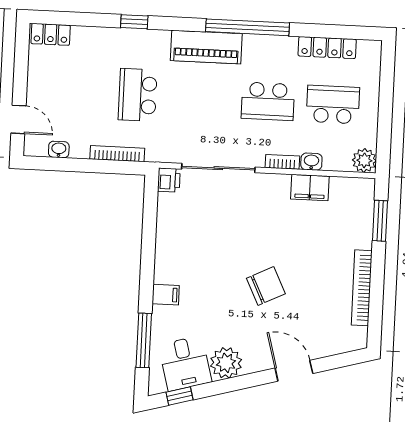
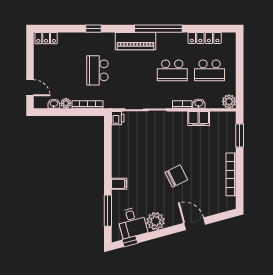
school desk: (333, 105) -> (210, 70), turned 180
plant: (80, 150) -> (66, 103), added

